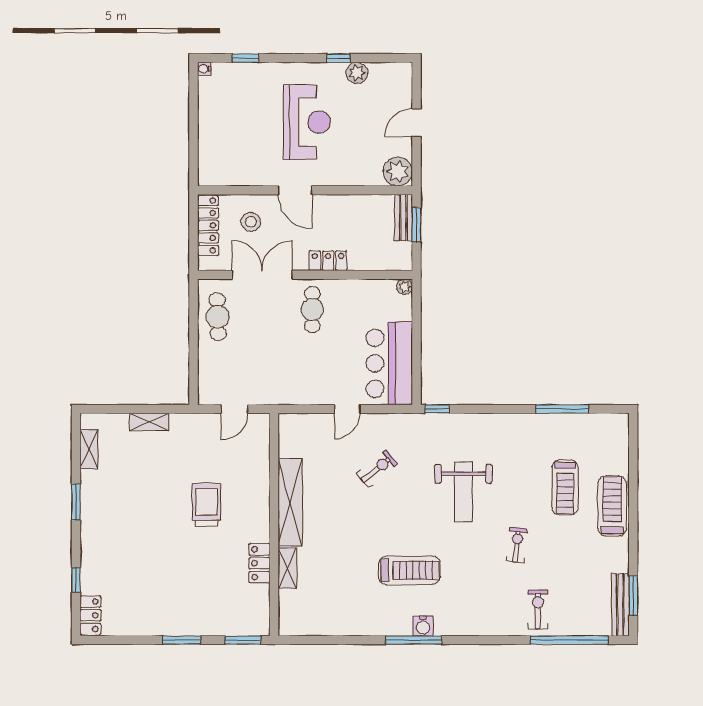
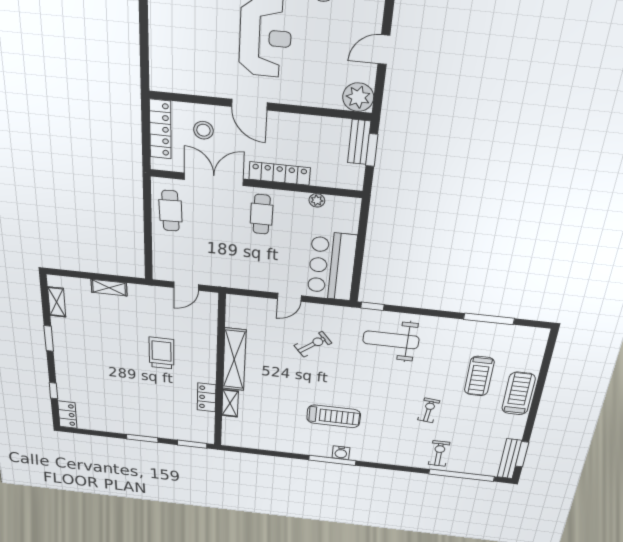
locker: (328, 261) -> (279, 173), width x1.53
plant: (405, 287) -> (317, 200), moved
weight bench: (463, 492) -> (391, 340), moved, turned 90

